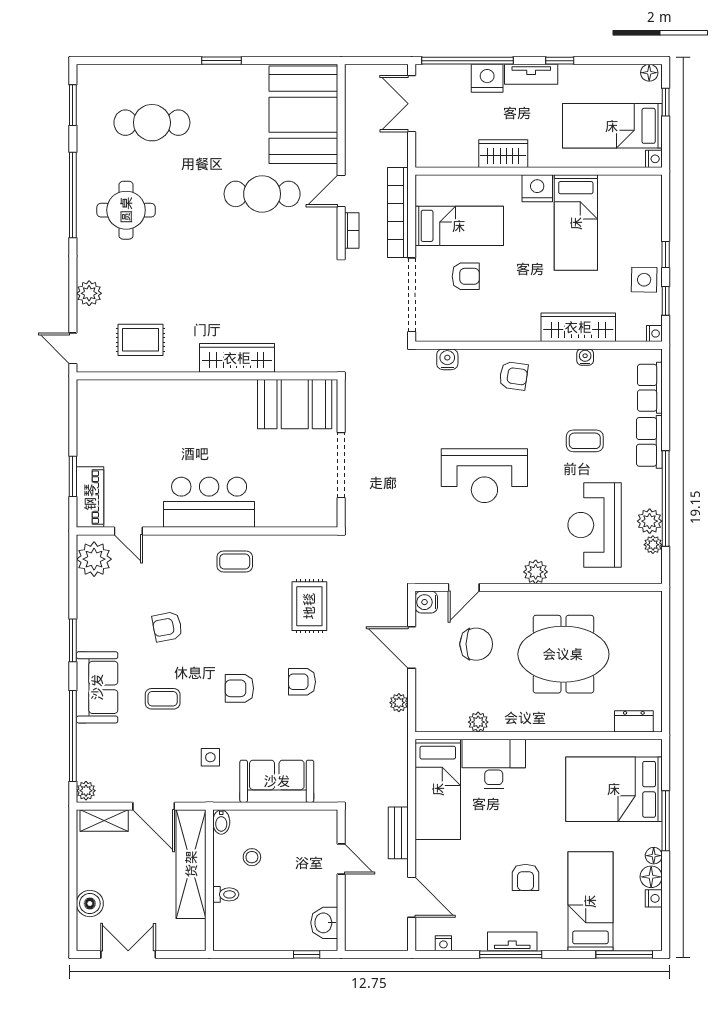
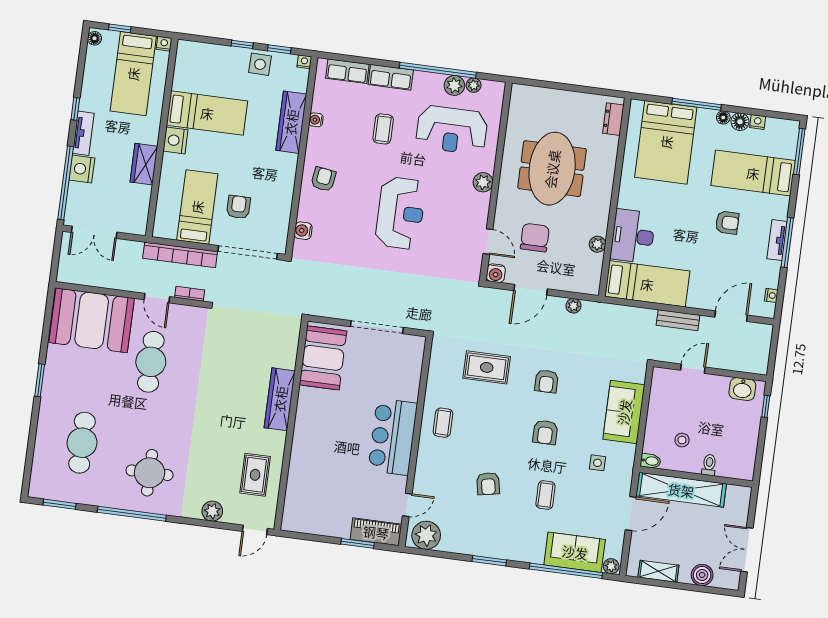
sofa: (97, 687) -> (575, 552), moved
shelving: (104, 820) -> (658, 571), moved, turned 90

